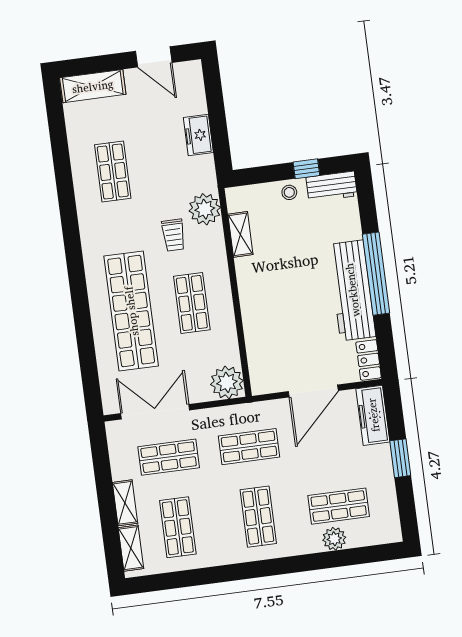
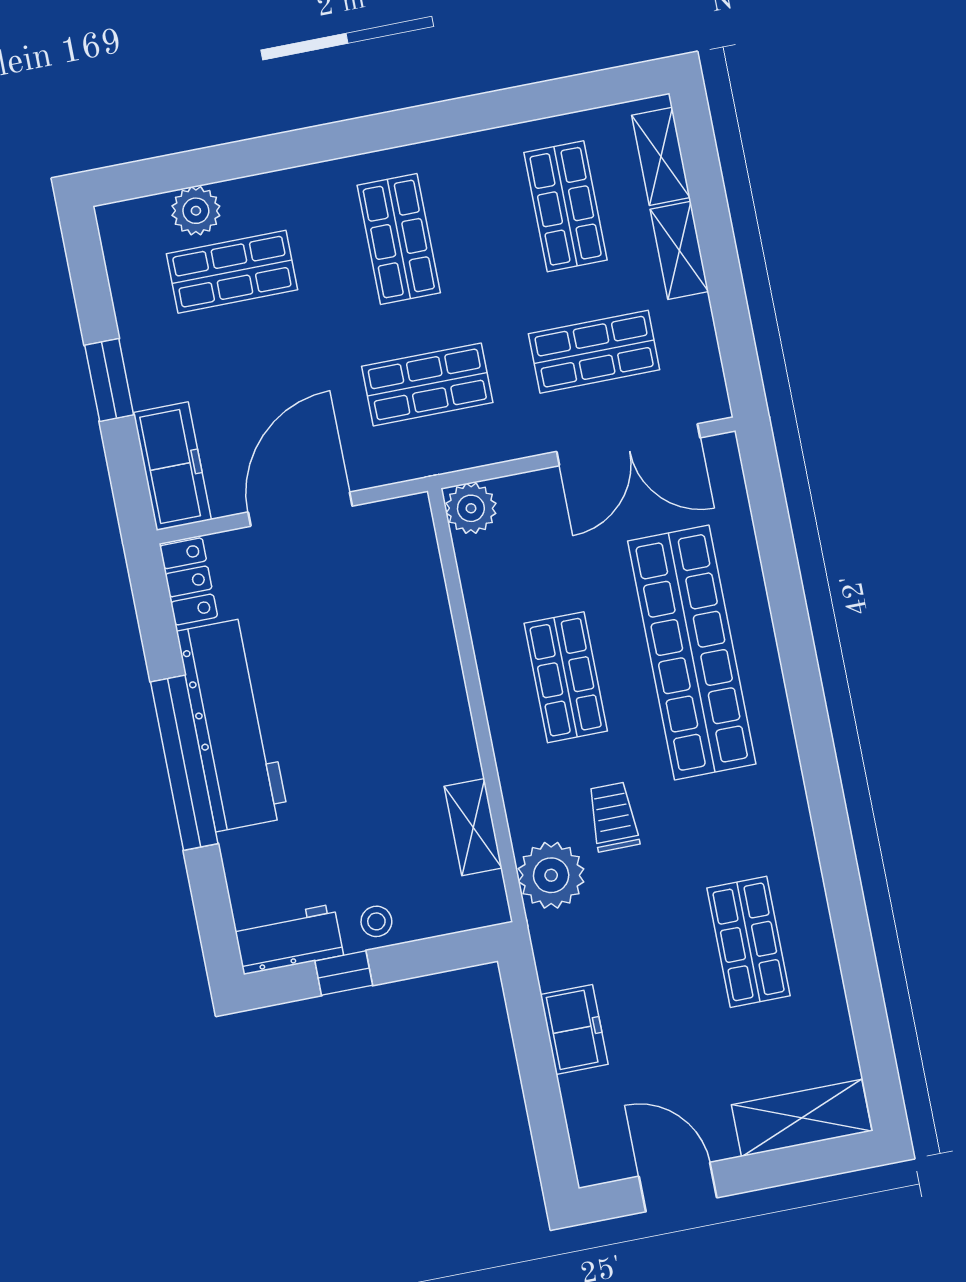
plant: (227, 382) -> (471, 508), width x0.73, depth x0.73
plant: (334, 539) -> (196, 211), moved

